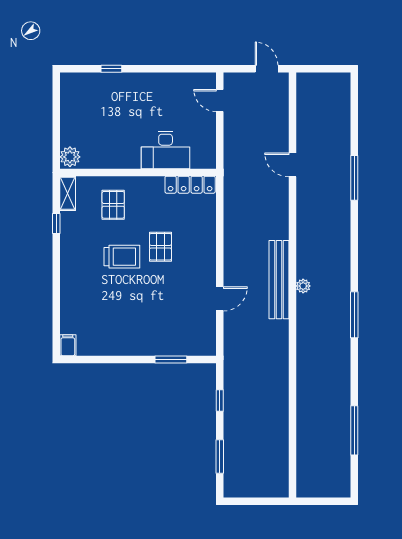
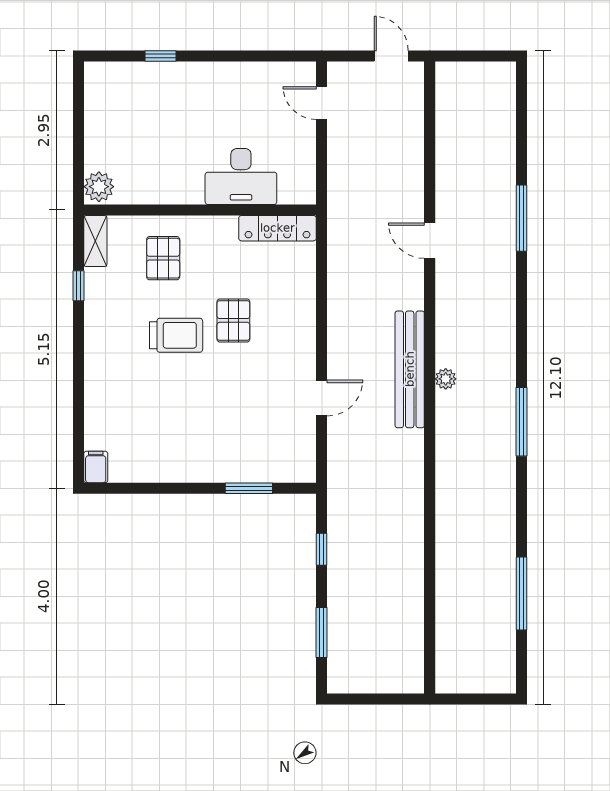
door: (292, 165) -> (430, 241), moved

